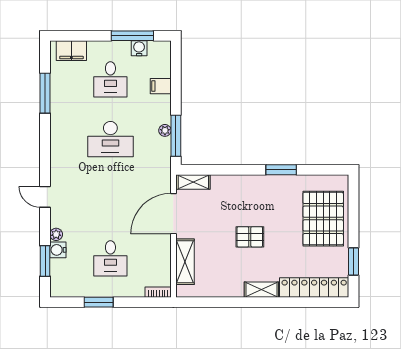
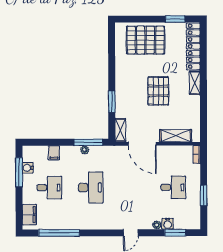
window: (45, 93) -> (59, 233), width x1.46
window: (281, 170) -> (112, 102), moved
pallet: (250, 237) -> (158, 91), width x1.50, depth x1.42

